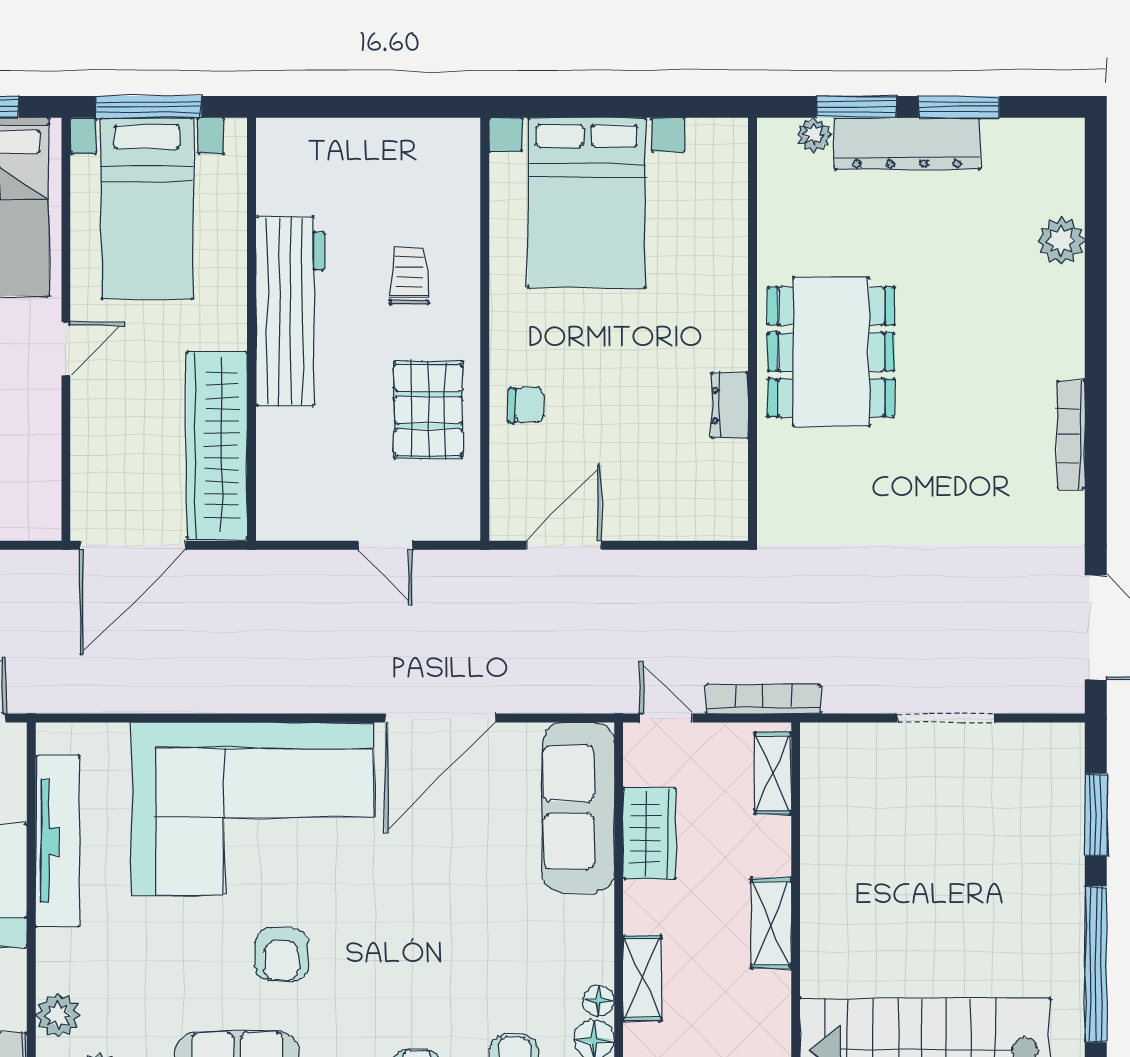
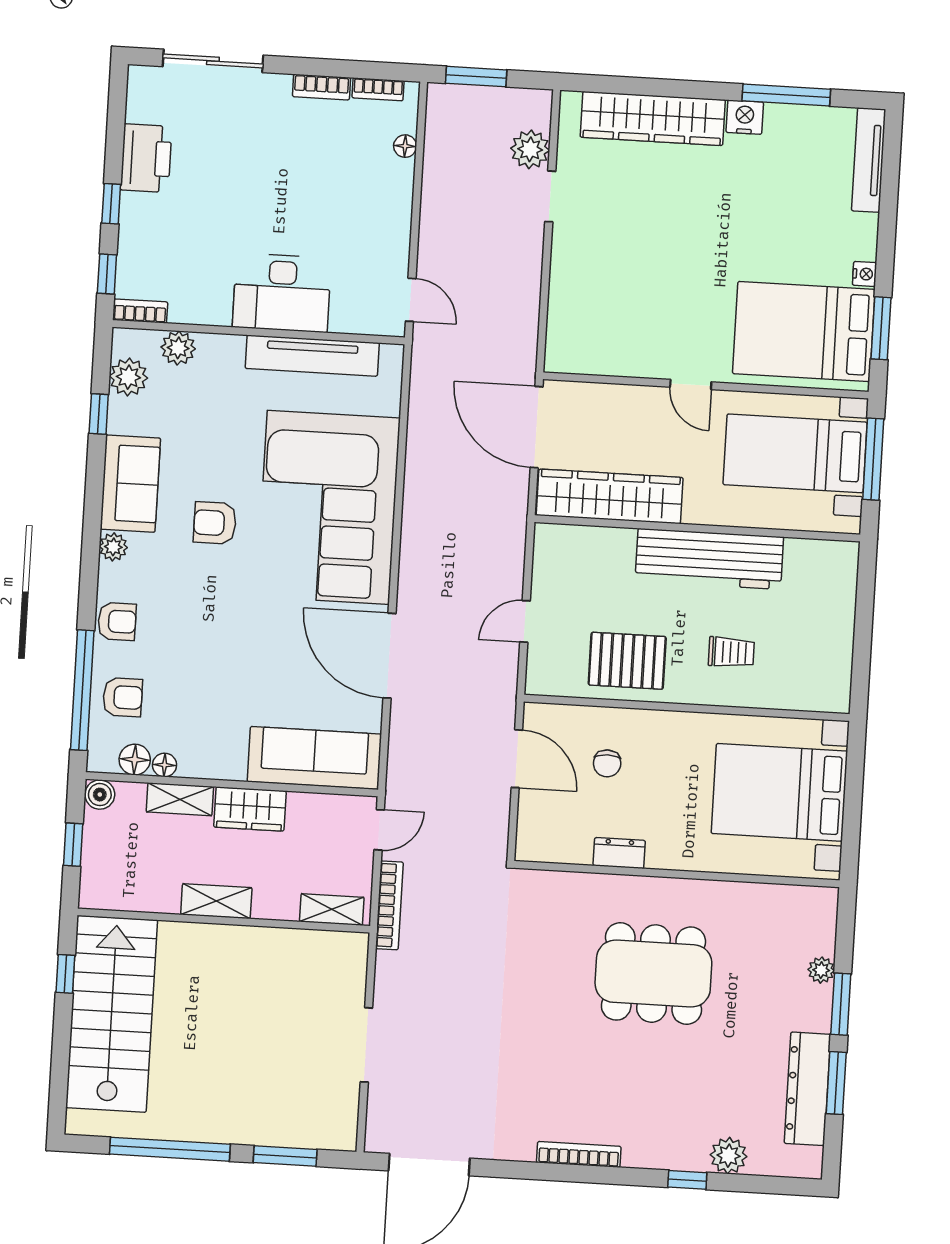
dresser: (907, 144) -> (808, 1089), moved
window: (1096, 292) -> (687, 1180), added
wall: (752, 329) -> (677, 874), moved
chair: (526, 405) -> (607, 763), moved
dresser: (730, 405) -> (619, 853), moved
wardrobe: (649, 834) -> (250, 809), moved

